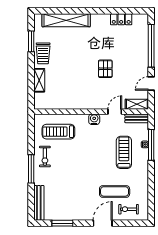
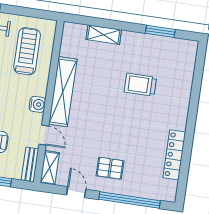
locker: (121, 19) -> (174, 155), width x1.53
shelving: (66, 20) -> (63, 92), moved
trolley: (43, 53) -> (140, 85), moved
pallet: (105, 69) -> (110, 168), moved

